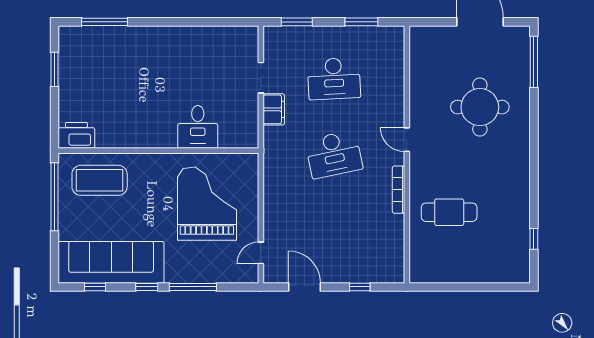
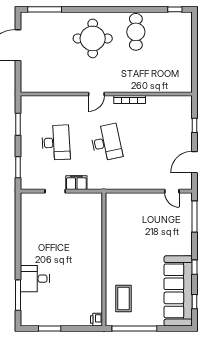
round table: (480, 107) -> (93, 38), moved
desk: (198, 127) -> (35, 279), moved, turned 180
printer: (76, 135) -> (96, 320), width x0.53, depth x0.68
coffee table: (100, 180) -> (123, 299), width x0.73, depth x0.76
grand piano: (207, 204) -> (139, 227), removed
cafe table: (449, 212) -> (136, 32), moved
window: (534, 239) -> (175, 9), moved
window: (193, 287) -> (194, 216), moved

